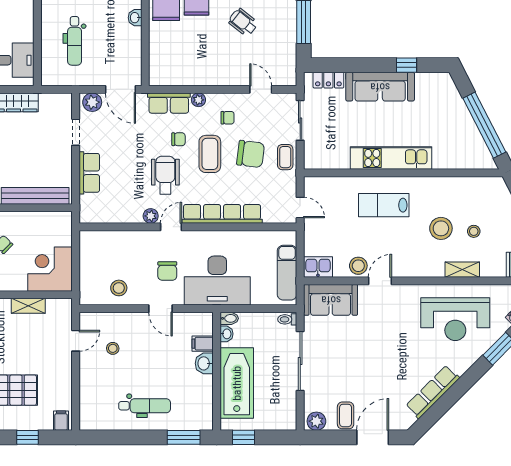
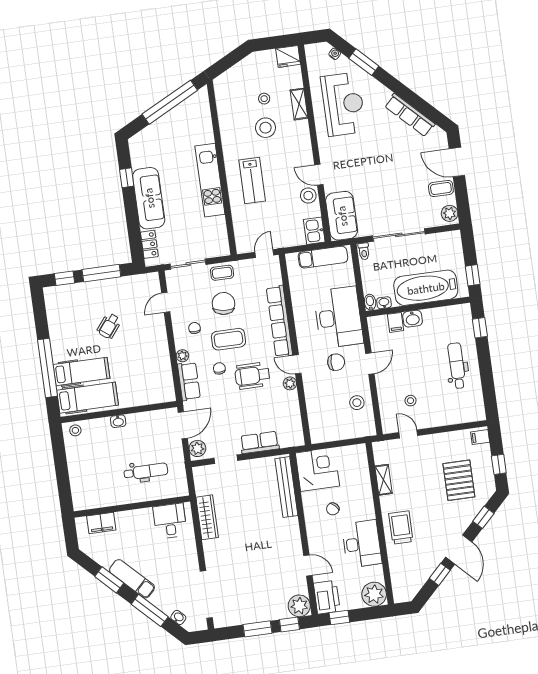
corner desk: (50, 269) -> (317, 469), moved, turned 180
window: (184, 437) -> (480, 328), width x0.67

